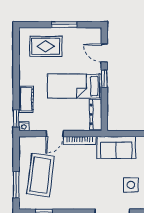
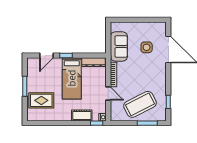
rug: (46, 46) -> (41, 100), turned 90
coffee table: (41, 175) -> (140, 104), turned -34
side table: (131, 185) -> (147, 47), moved

